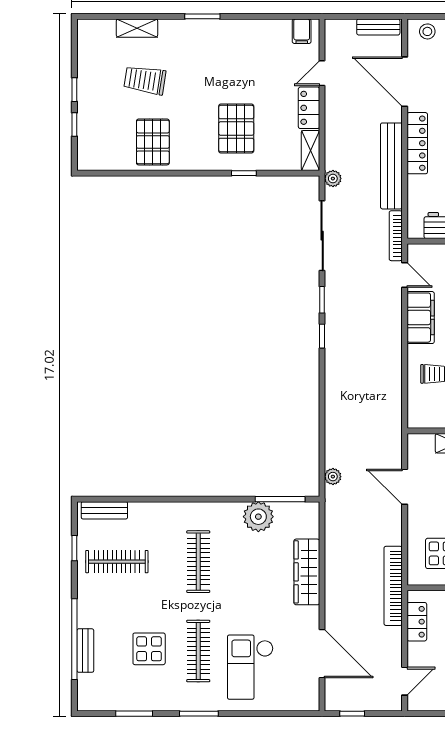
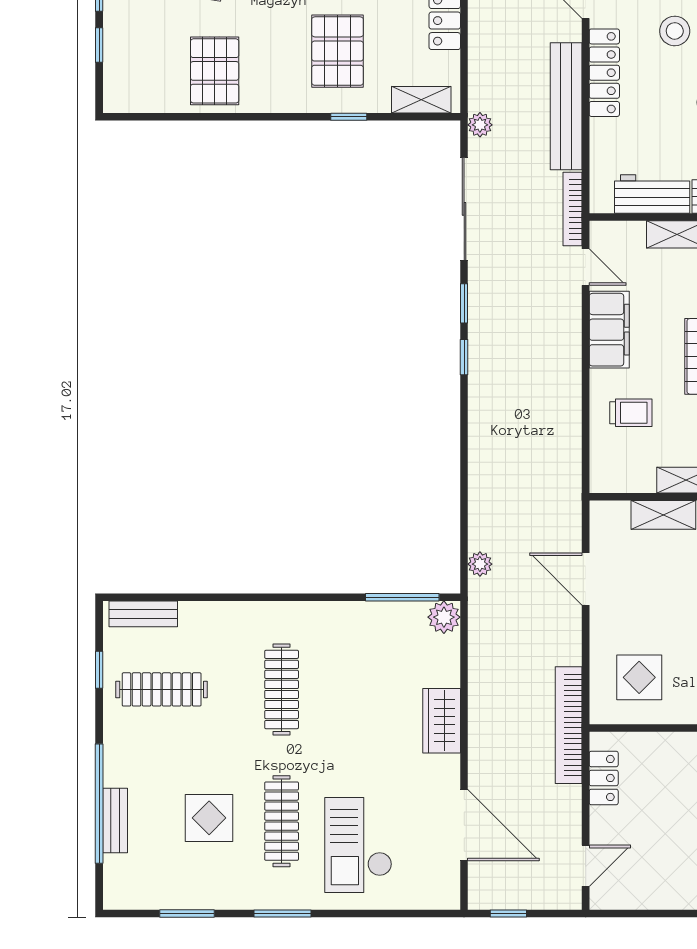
shelving: (311, 150) -> (421, 100), moved, turned 90
plant: (258, 517) -> (444, 617), moved, width x0.73, depth x0.73
wardrobe: (307, 572) -> (442, 721), width x0.67

